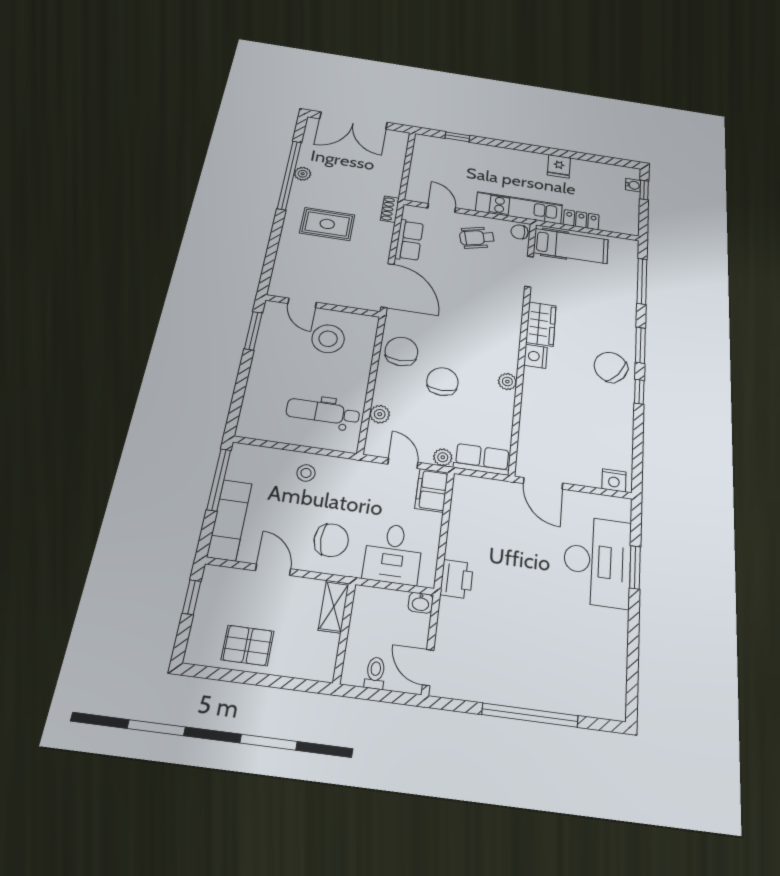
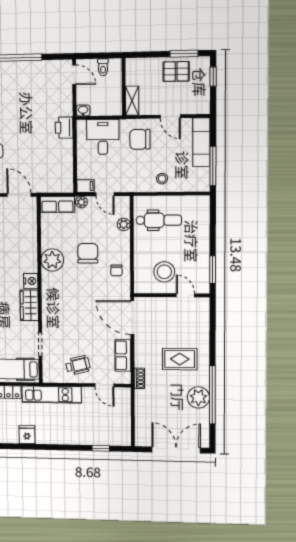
plant: (303, 174) -> (198, 397), width x1.88, depth x1.88
chair: (520, 232) -> (50, 375), removed
chair: (401, 351) -> (116, 270), width x0.54, depth x0.54
chair: (442, 382) -> (88, 253), turned 180
plant: (507, 382) -> (52, 260), width x1.87, depth x1.87
filing cabinet: (432, 490) -> (86, 186), width x0.50
window: (192, 597) -> (213, 77), moved
window: (227, 675) -> (184, 54), added

